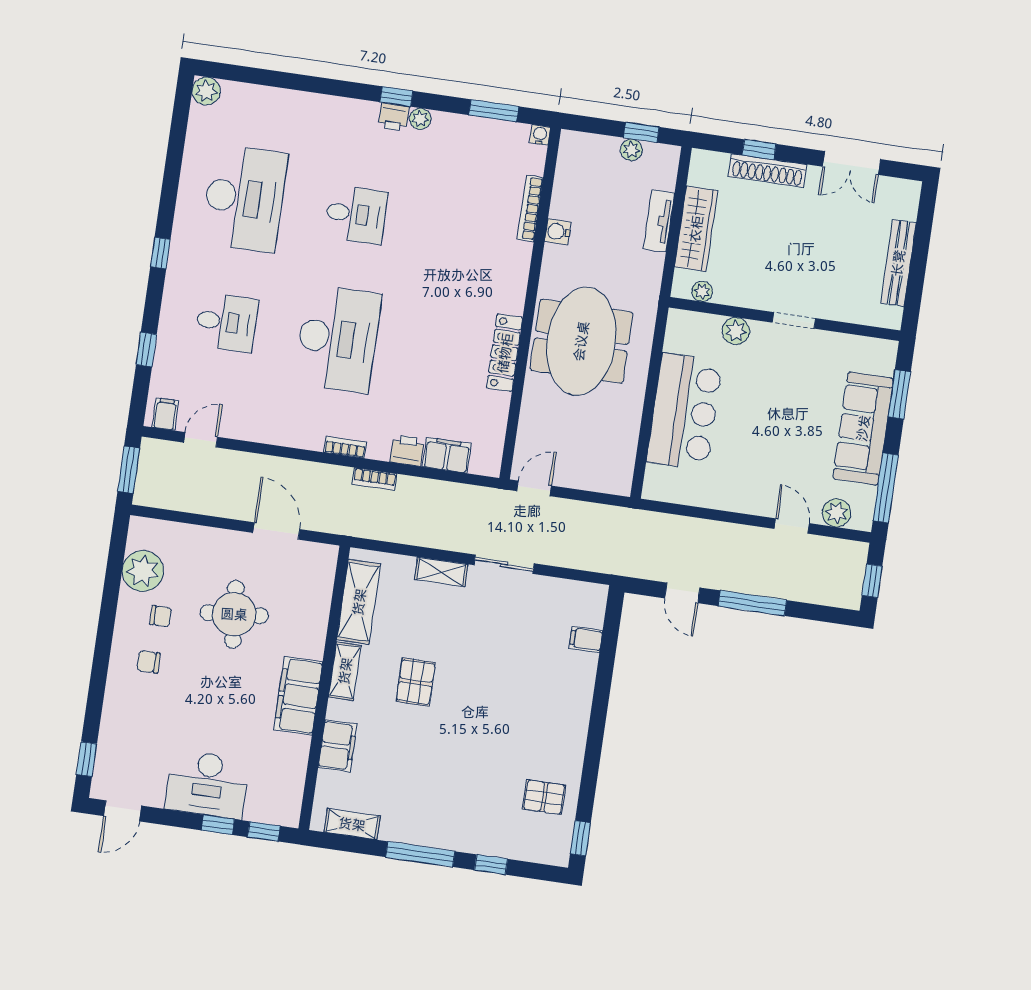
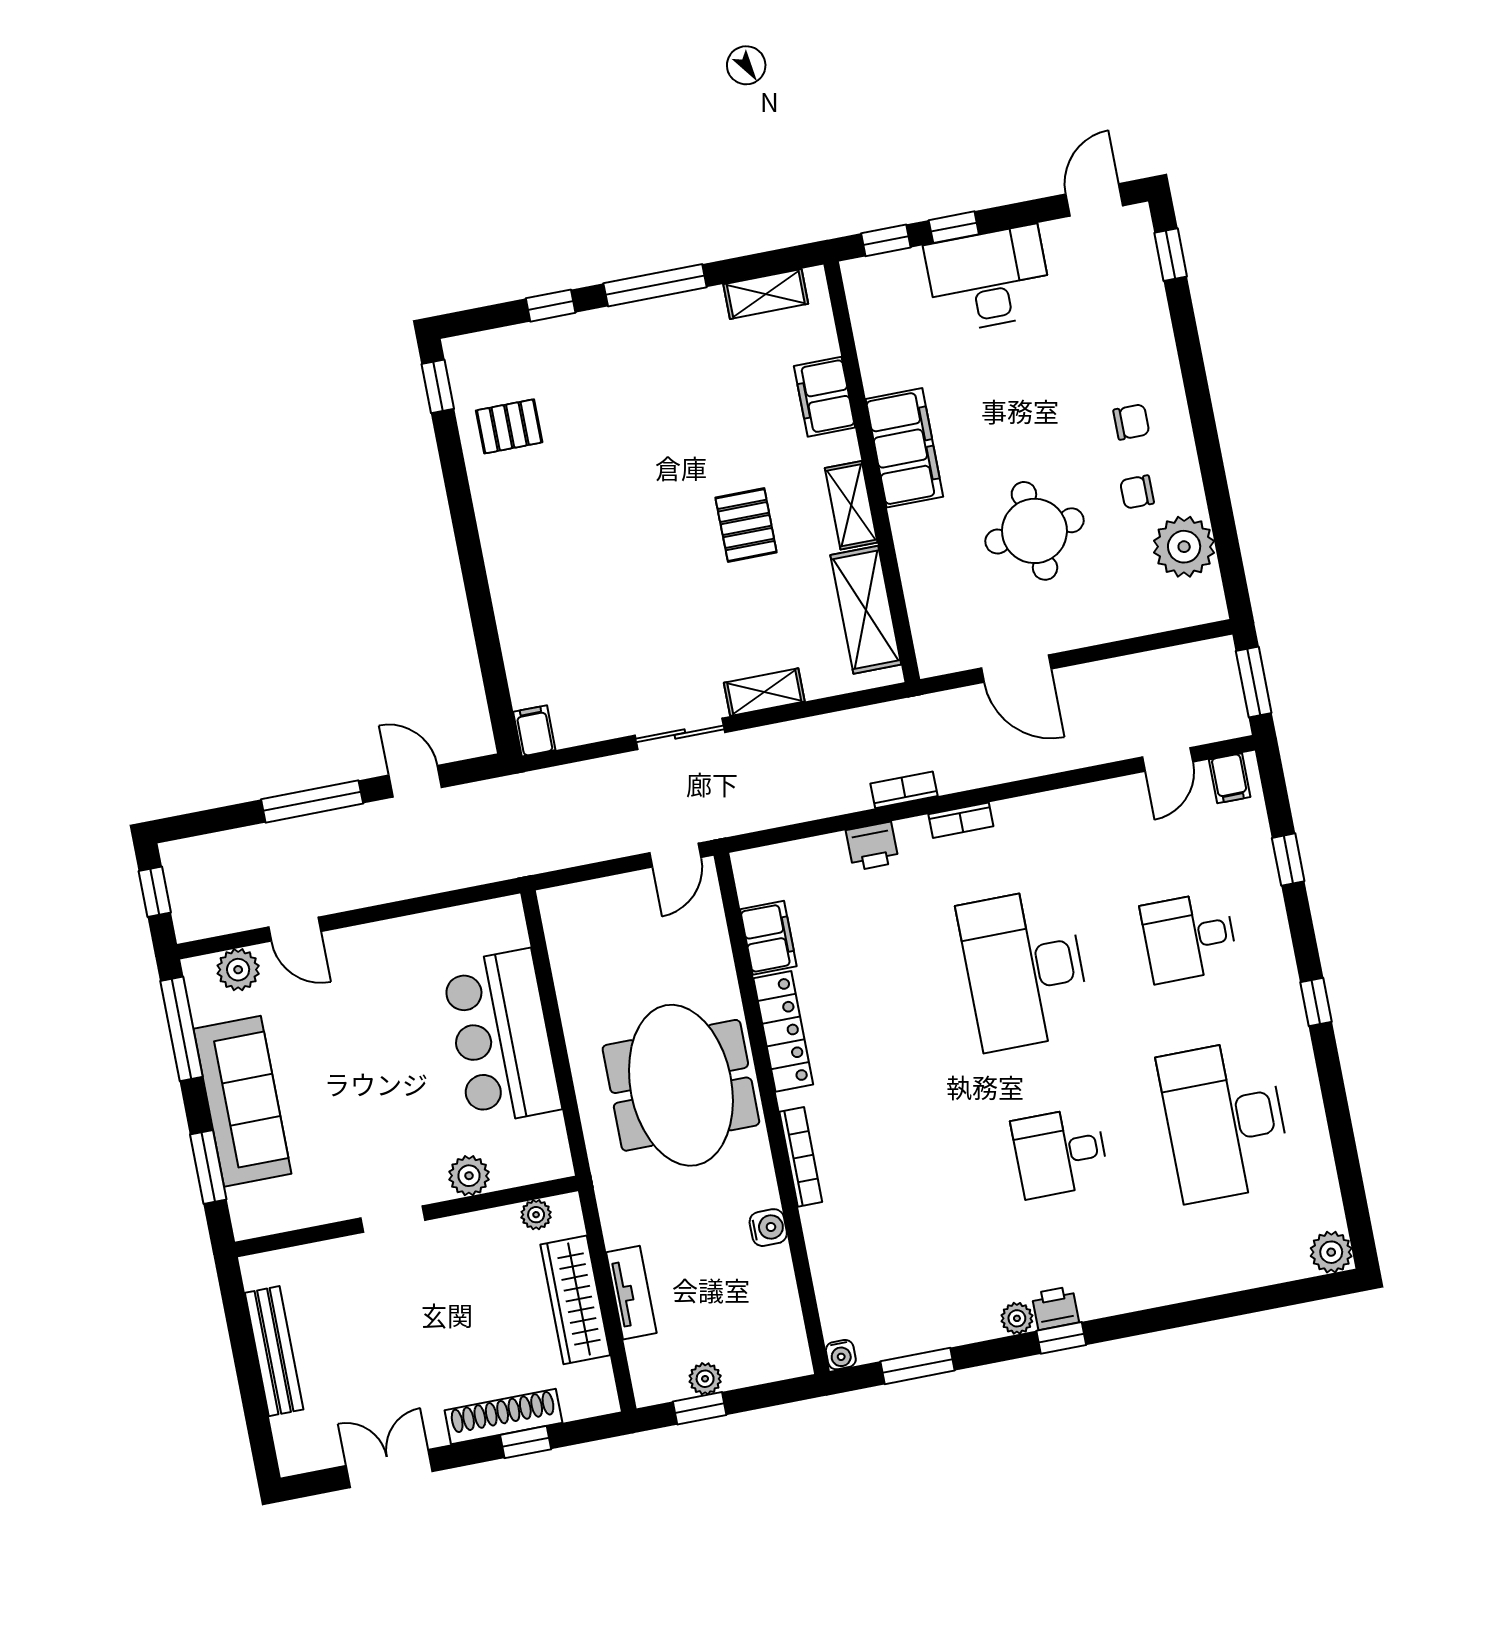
bookcase: (530, 208) -> (801, 1157), moved
filing cabinet: (447, 455) -> (768, 938), moved, turned -90
filing cabinet: (586, 639) -> (534, 731), moved, turned -90

